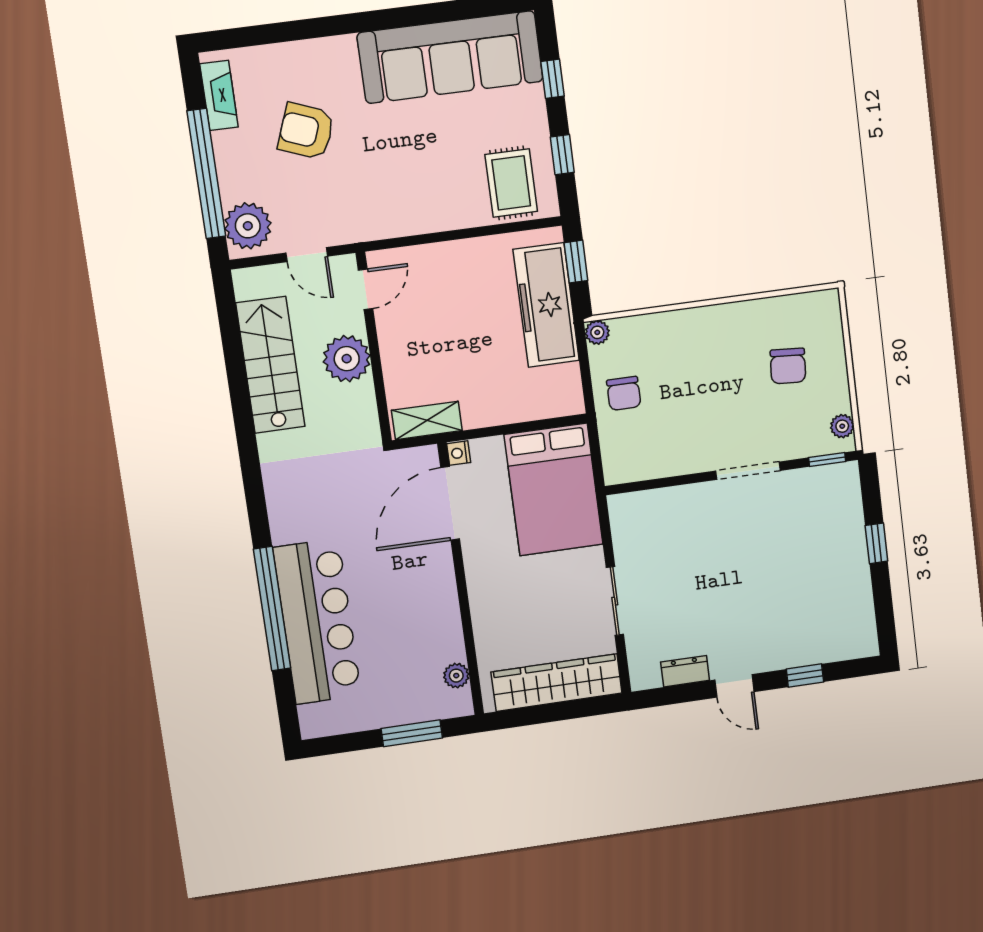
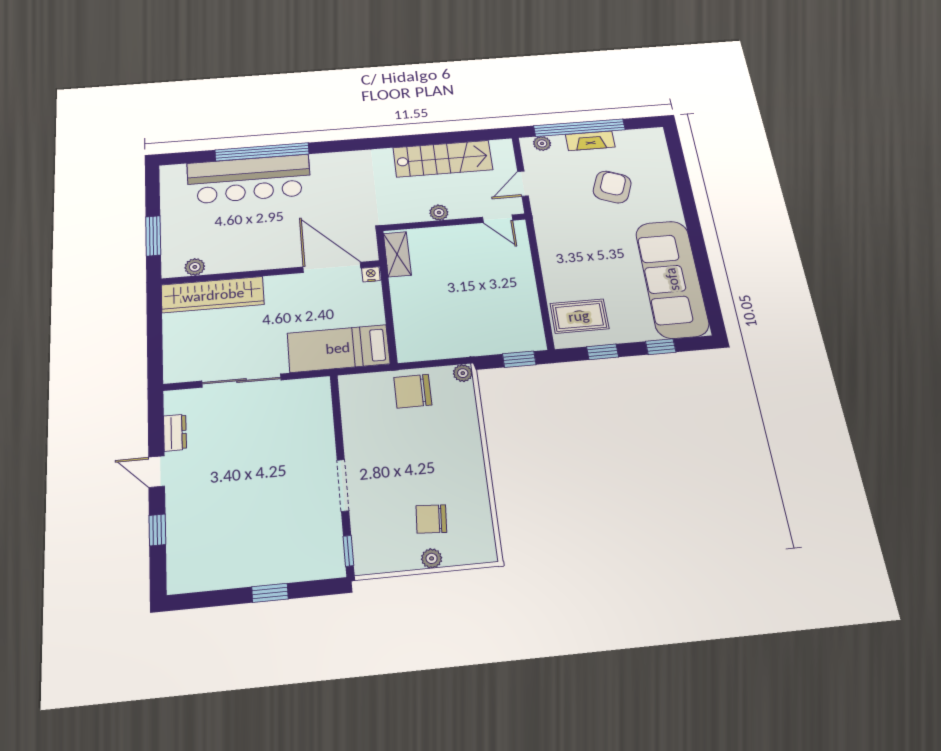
fireplace: (219, 95) -> (590, 141), moved
plant: (248, 226) -> (542, 143), width x0.53, depth x0.53
freezer: (546, 305) -> (485, 337), removed
plant: (347, 359) -> (439, 213), width x0.53, depth x0.53
chair: (624, 393) -> (413, 391), width x1.37, depth x1.37
plant: (842, 426) -> (432, 558), moved
bed: (554, 489) -> (338, 348), width x0.67
sliding door: (615, 601) -> (242, 381), width x1.37
wardrobe: (557, 683) -> (213, 295), moved, turned 90
door: (734, 686) -> (157, 472), hinge flipped

